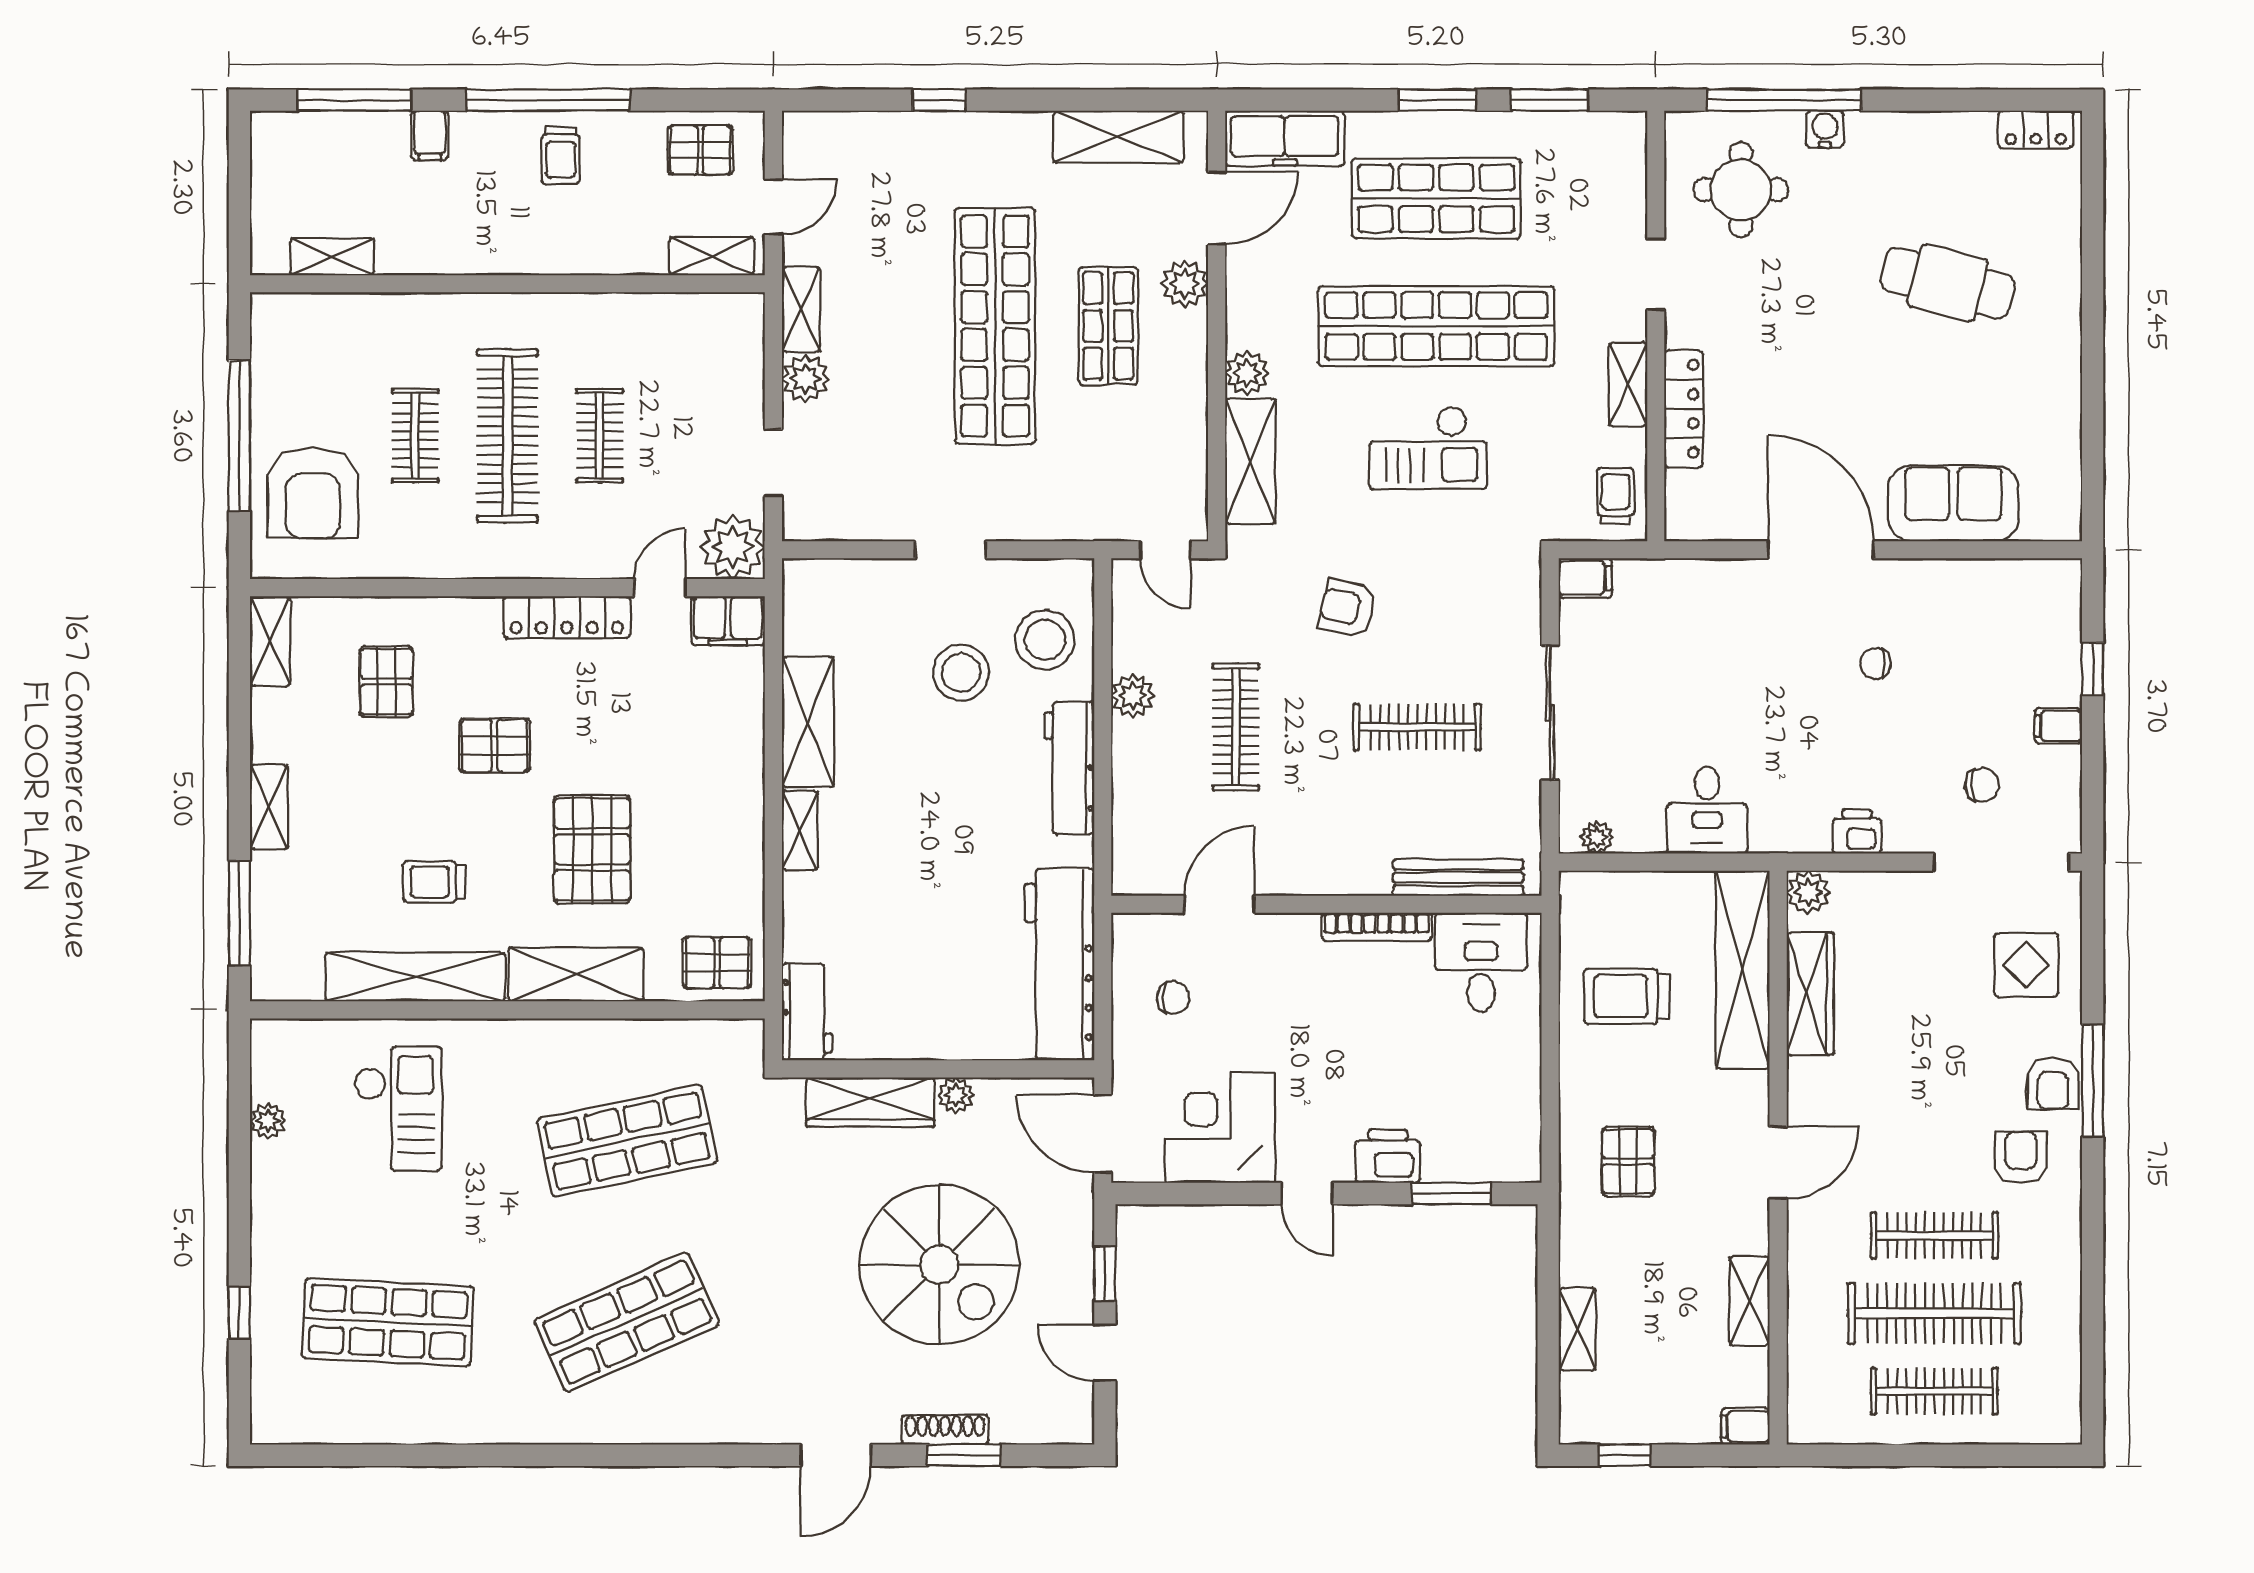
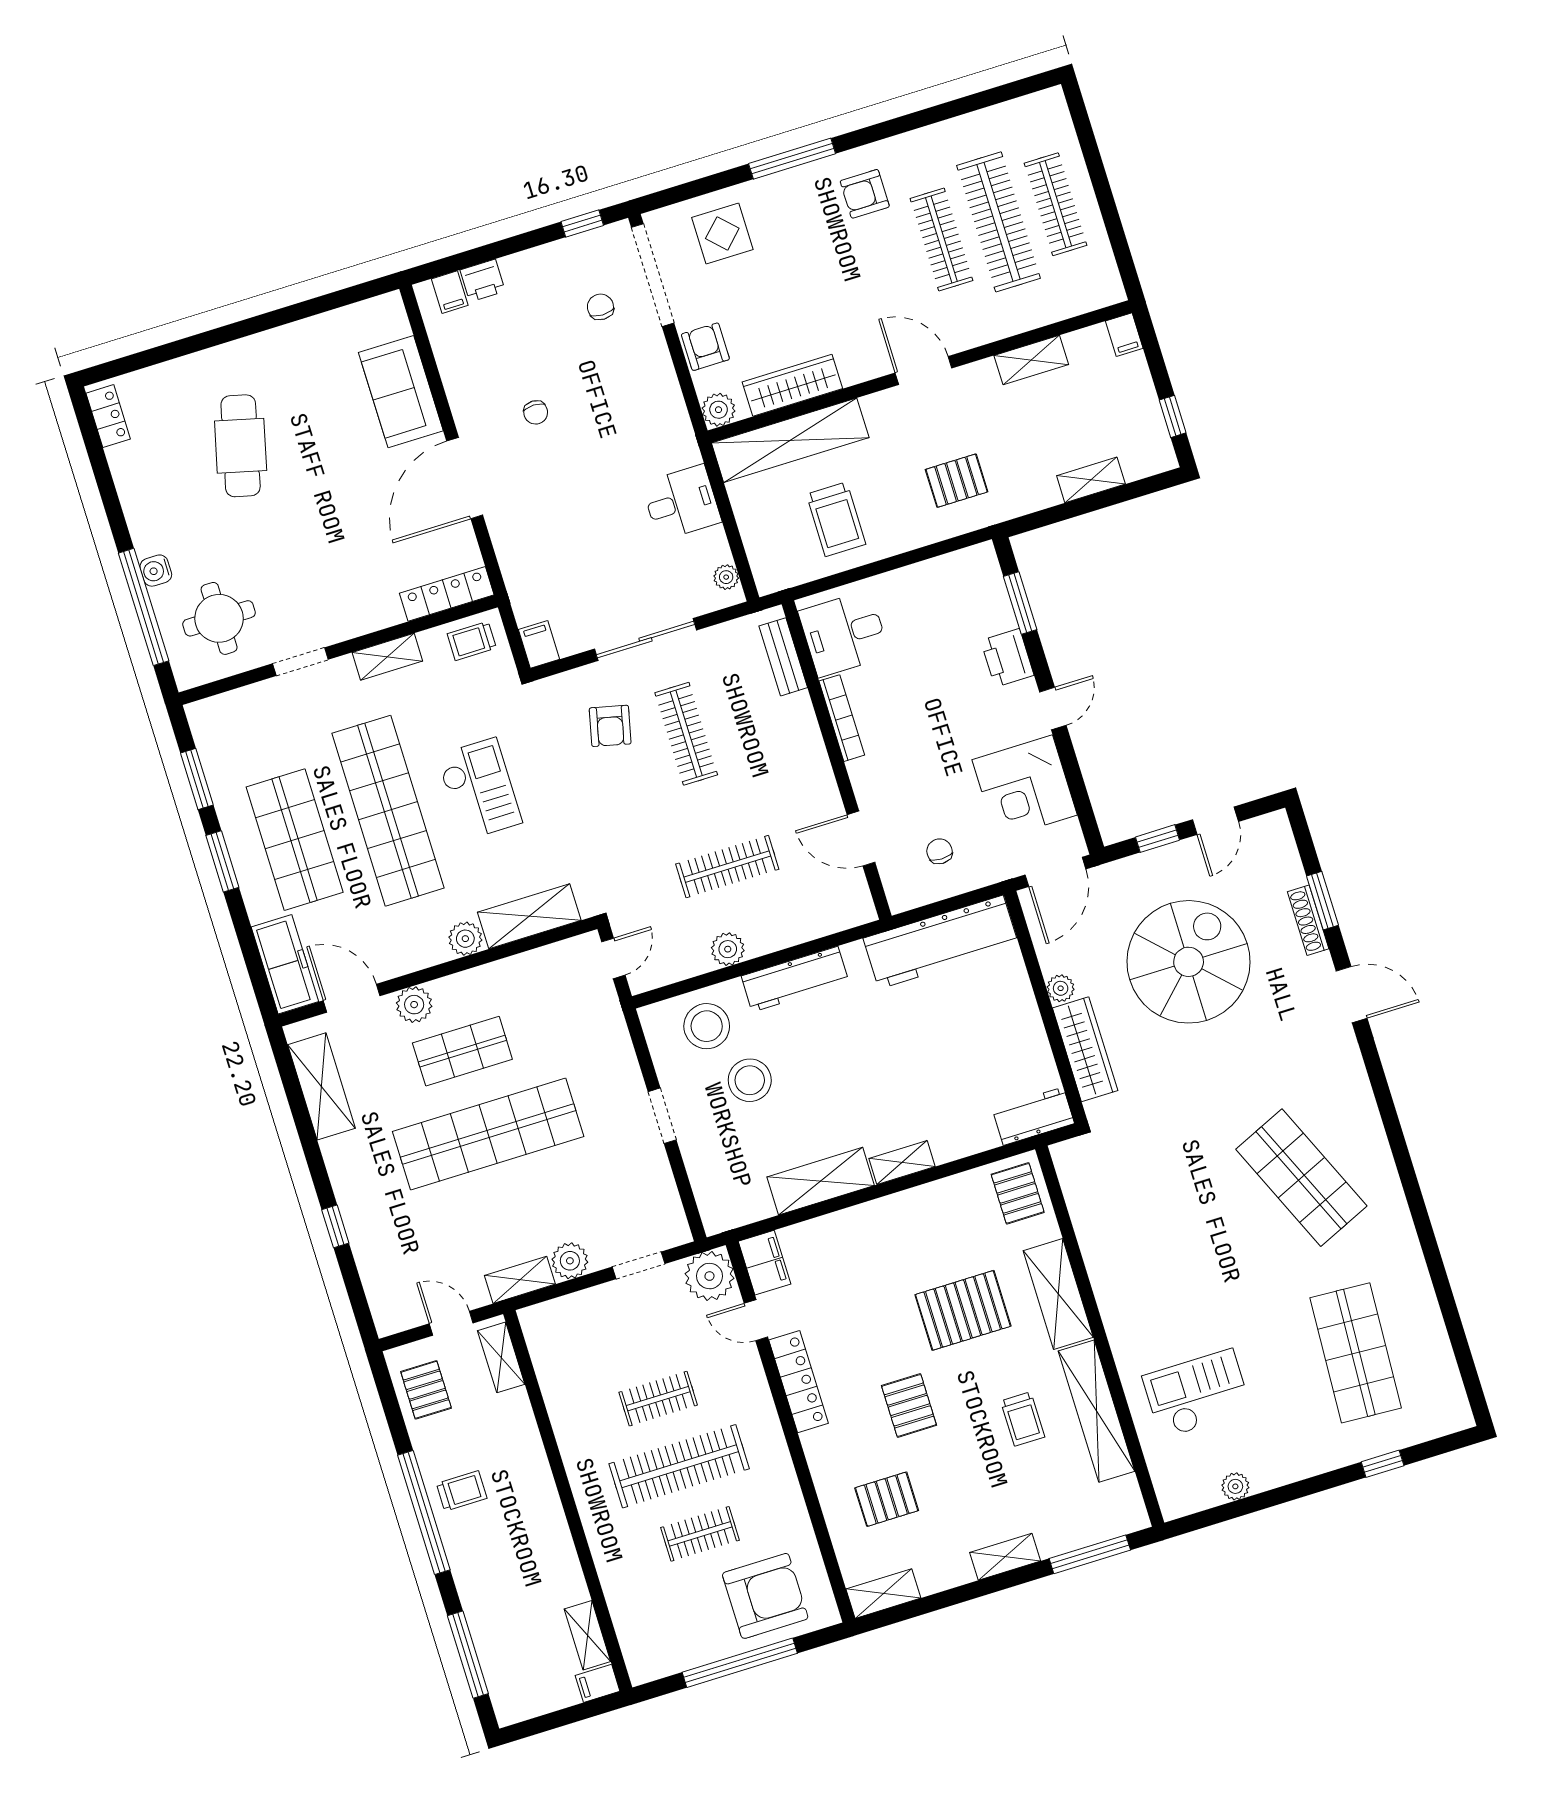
filing cabinet: (430, 135) -> (598, 1683), moved, turned 180
locker: (1684, 409) -> (447, 594), moved
armchair: (1347, 608) -> (610, 726), moved
window: (2093, 669) -> (582, 224), moved
filing cabinet: (2058, 726) -> (450, 292), moved
printer: (1857, 832) -> (483, 281), moved, turned -90
bench: (1458, 878) -> (783, 657), width x0.73
armchair: (2053, 1084) -> (705, 347), moved, turned -90
shop shelf: (627, 1141) -> (1169, 1219), removed

